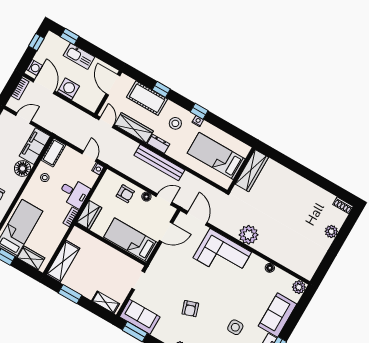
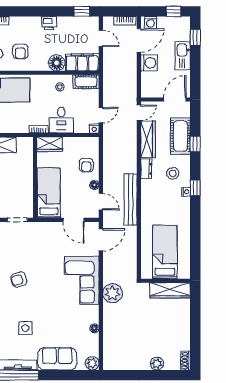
bed: (216, 156) -> (165, 252), moved
bench: (159, 163) -> (131, 200), moved
wall: (241, 170) -> (165, 281), moved
wardrobe: (252, 171) -> (170, 290), moved

